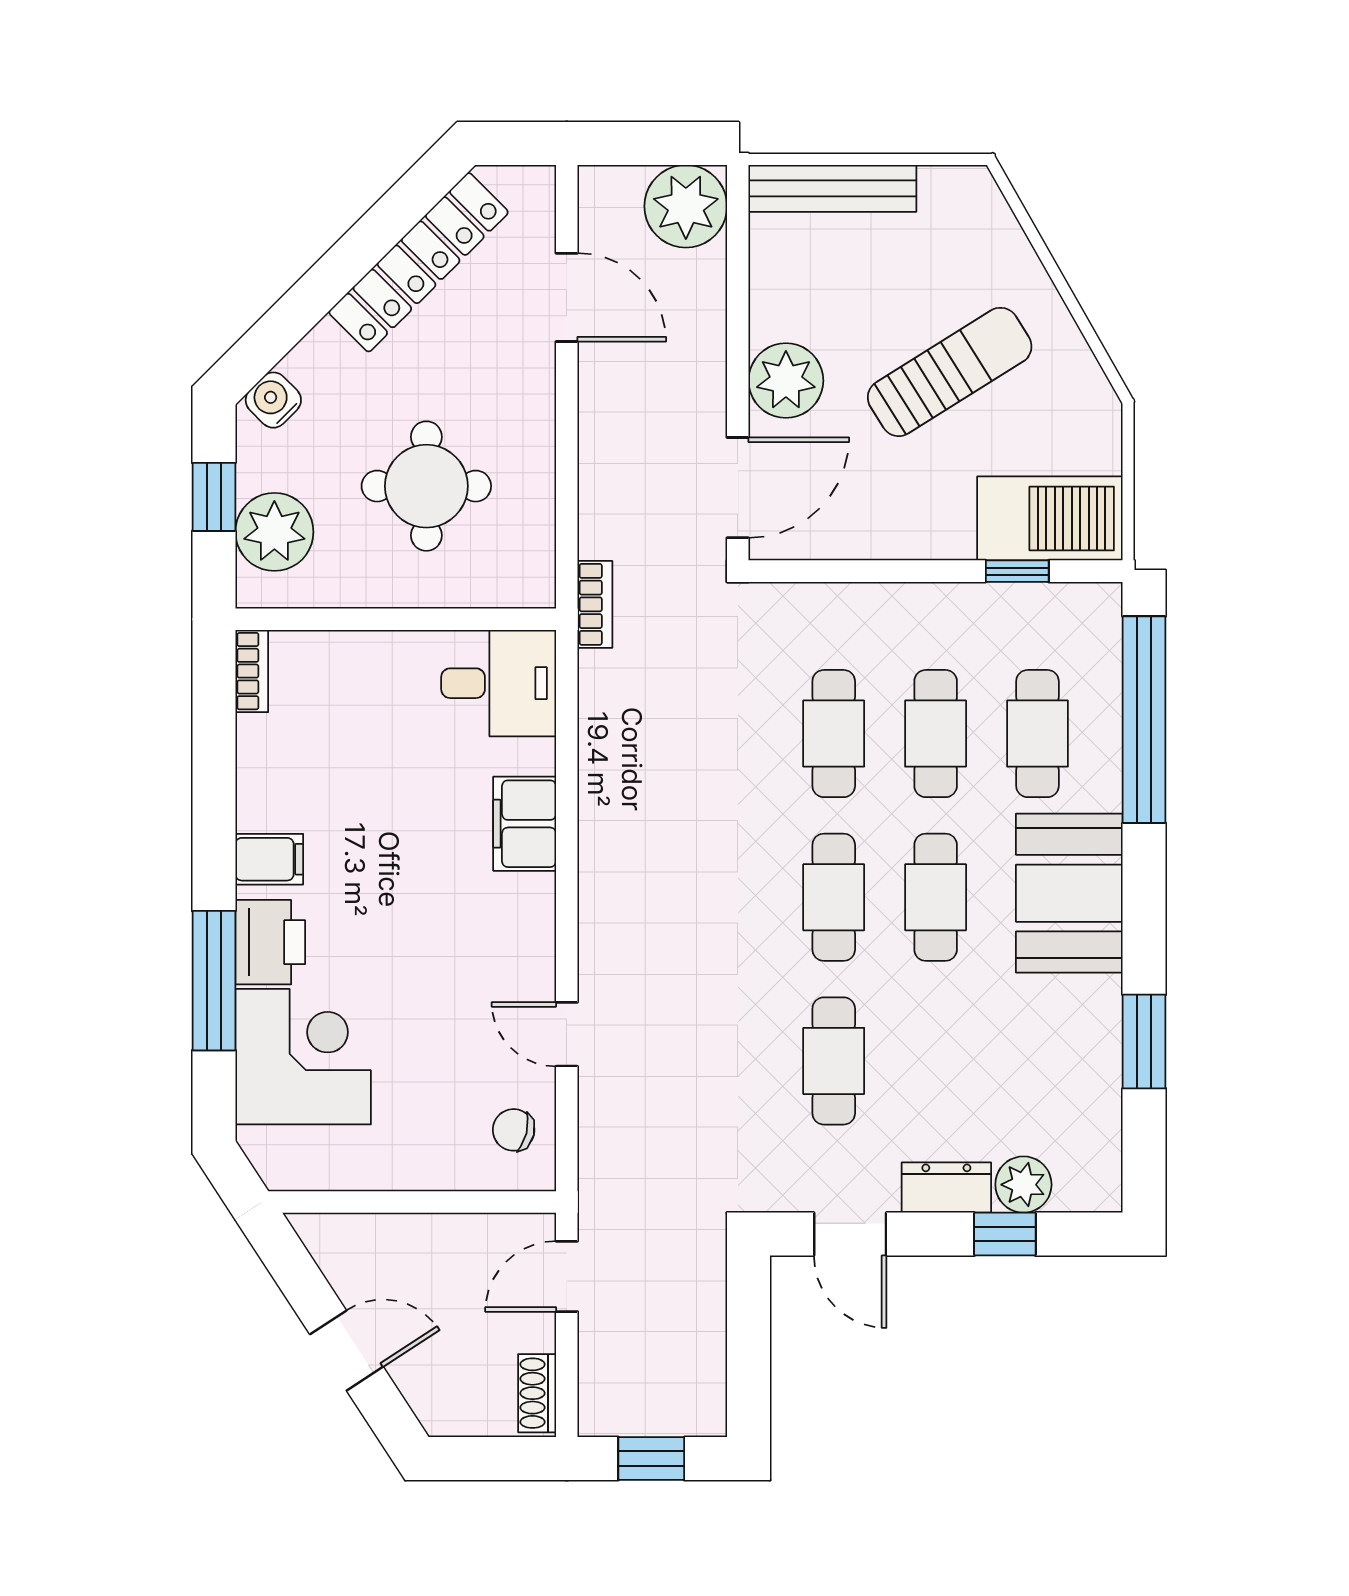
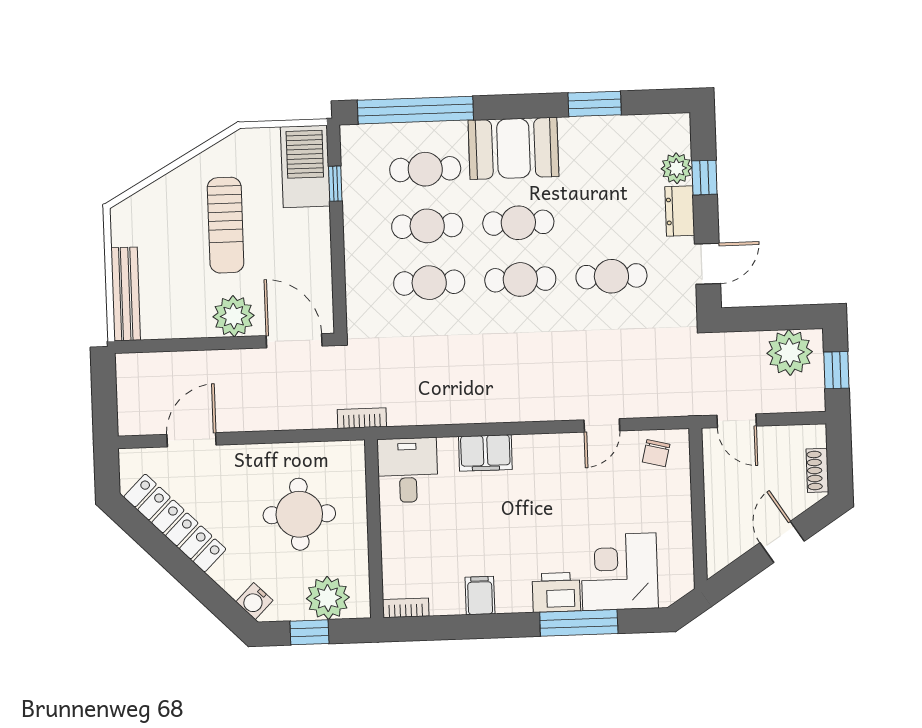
plant: (686, 206) -> (790, 353), moved
sun lounger: (950, 372) -> (226, 225), turned -148
filing cabinet: (269, 859) -> (480, 596), moved
shoe rack: (537, 1393) -> (817, 470), moved, turned 90

